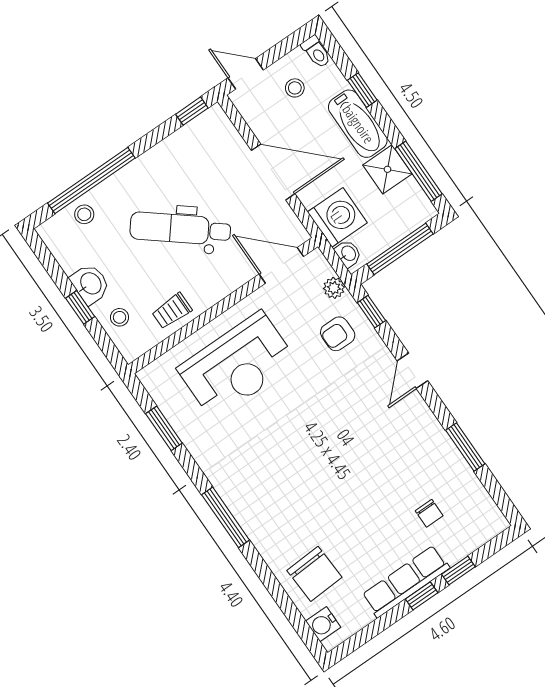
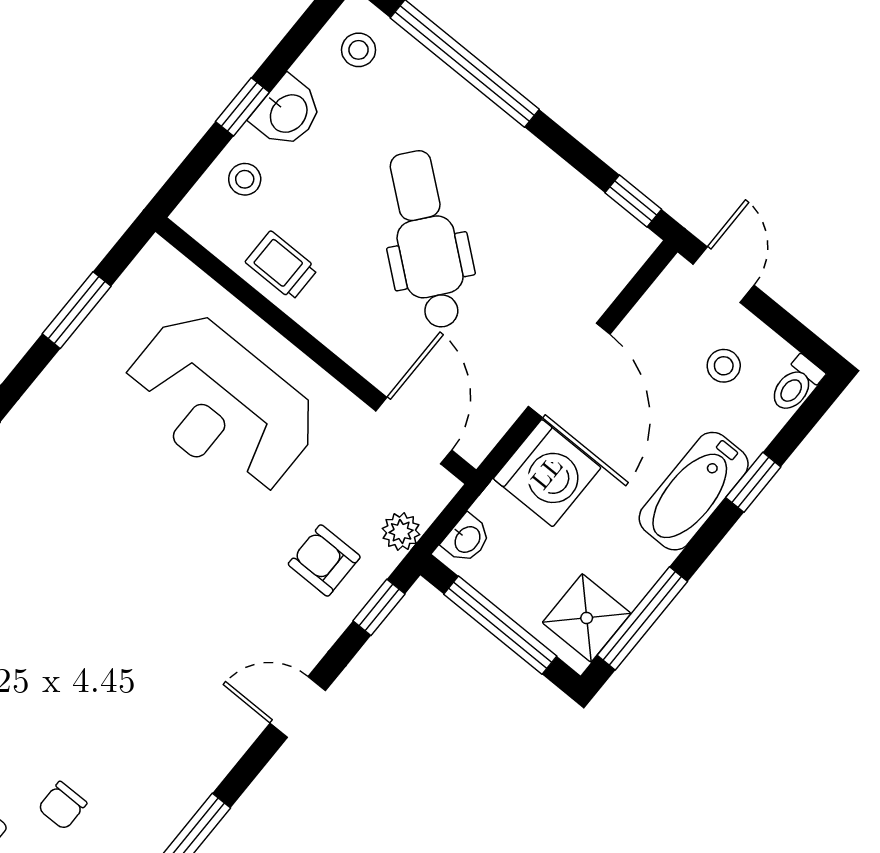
shower: (387, 169) -> (587, 618), moved
stool: (84, 214) -> (359, 50), moved
washing machine: (337, 217) -> (547, 473), moved

